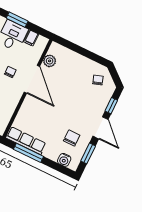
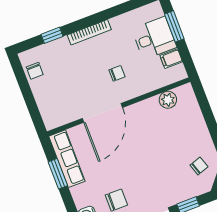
door: (32, 79) -> (102, 113), moved
window: (29, 153) -> (58, 174), width x0.69

